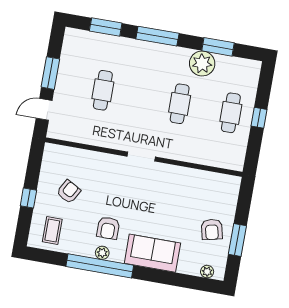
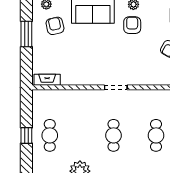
cafe table: (180, 104) -> (114, 135), moved
fireplace: (222, 180) -> (47, 80), added
armchair: (212, 229) -> (55, 26), moved

